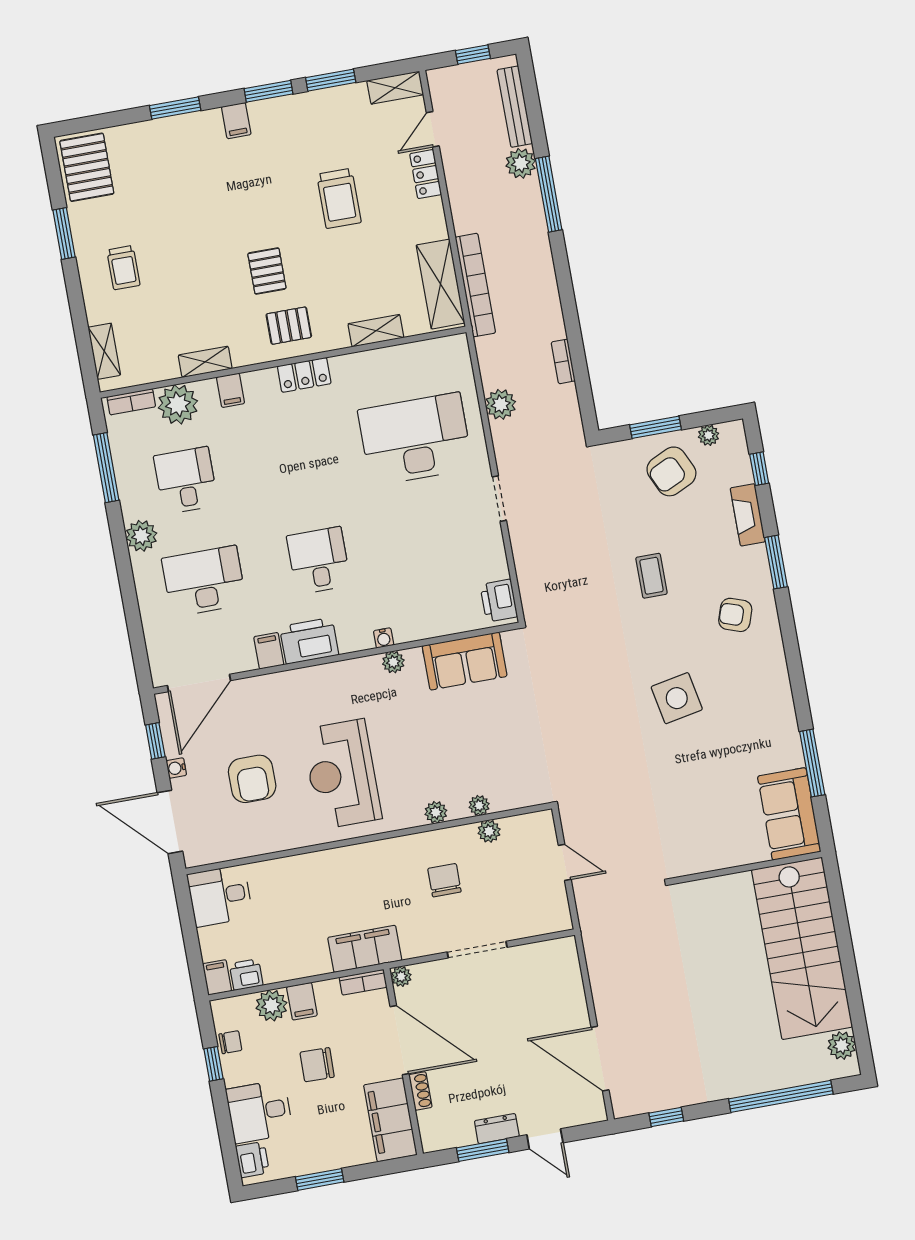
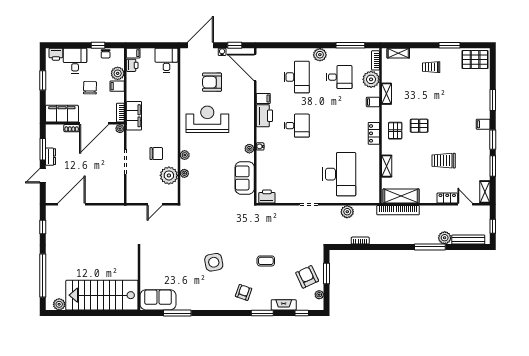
plant: (489, 831) -> (169, 175), width x1.87, depth x1.87

